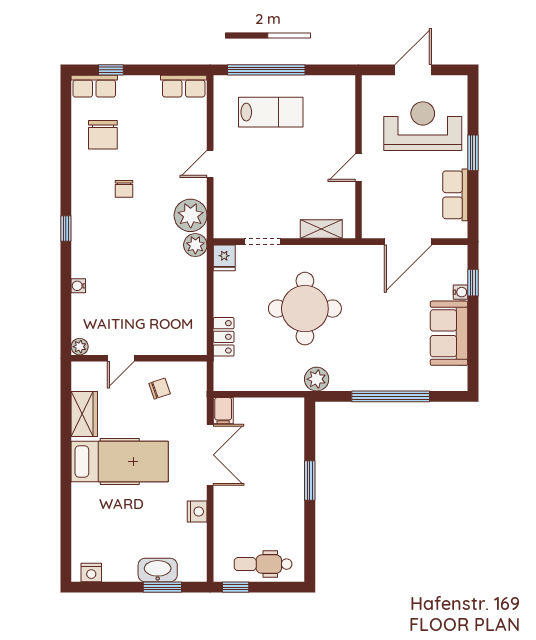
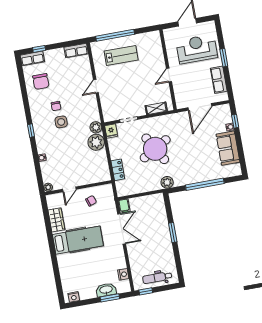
plant: (191, 215) -> (96, 142), moved
side table: (129, 222) -> (61, 122), added
round table: (305, 309) -> (155, 149), turned -30
nightstand: (197, 512) -> (123, 274), moved

